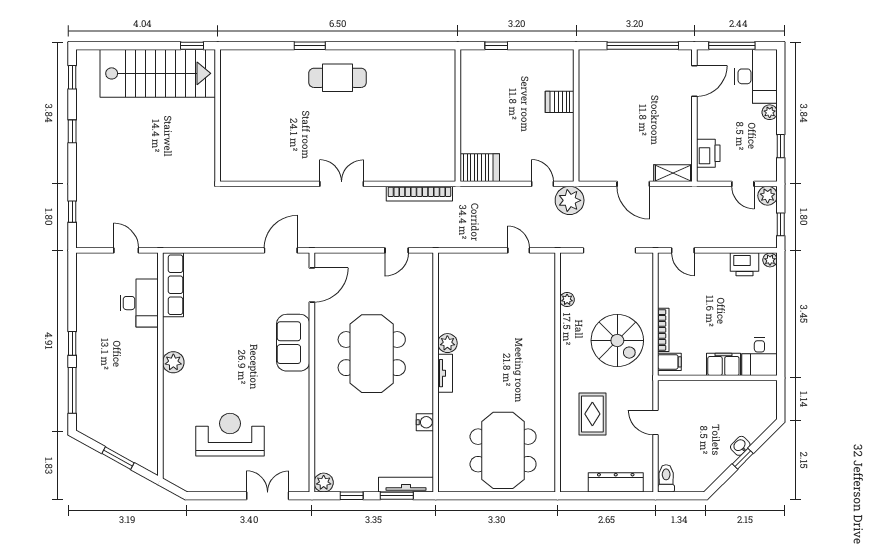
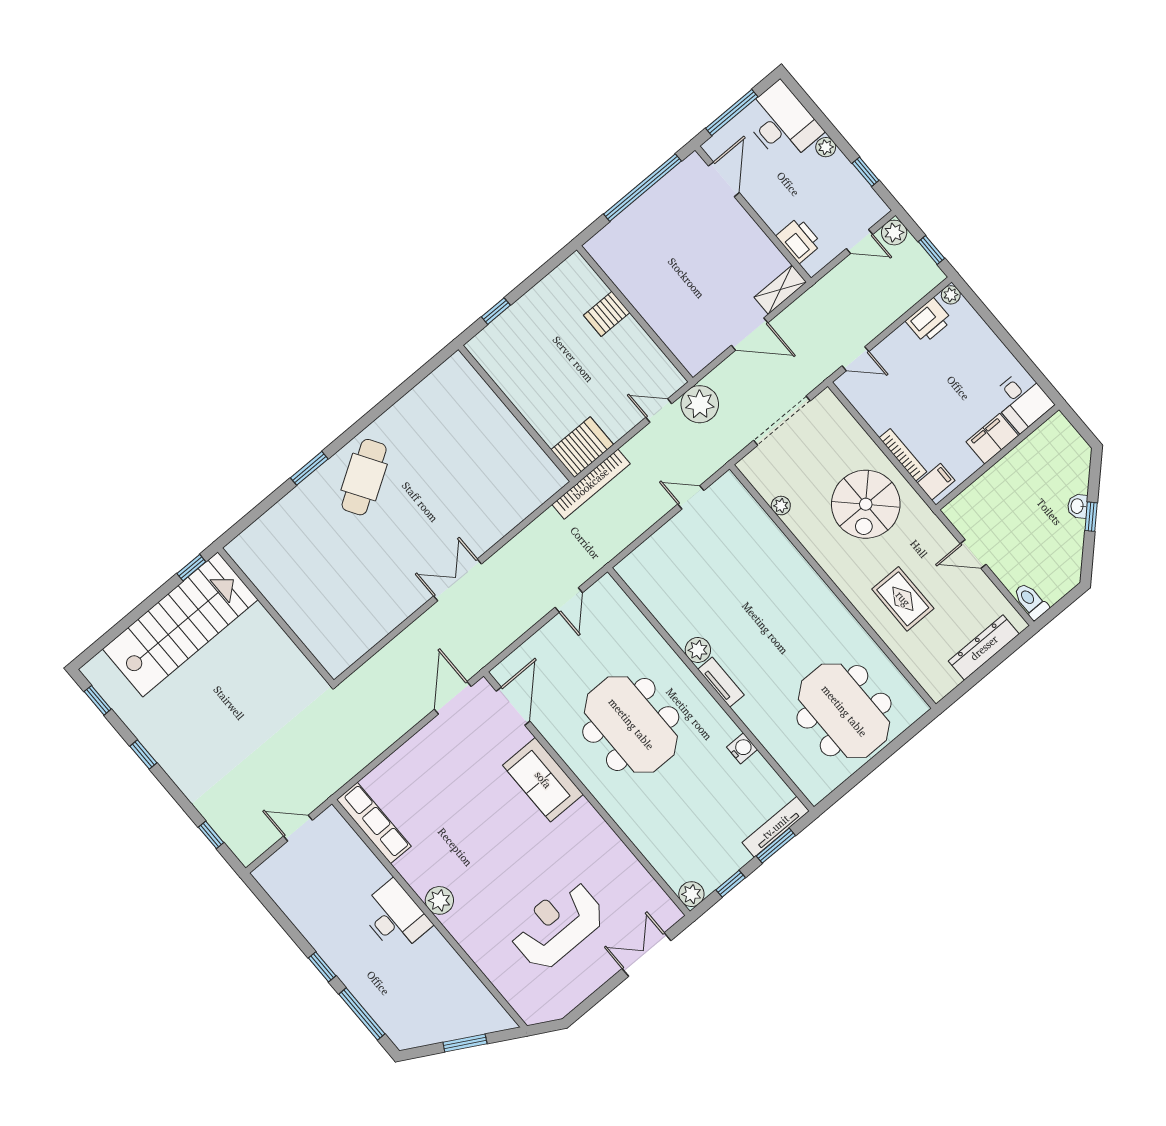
cafe table: (338, 78) -> (364, 477), turned -32
bookcase: (419, 194) -> (591, 484), moved
desk: (139, 303) -> (395, 917), moved
spiral stairs: (617, 340) -> (866, 504), turned 90

